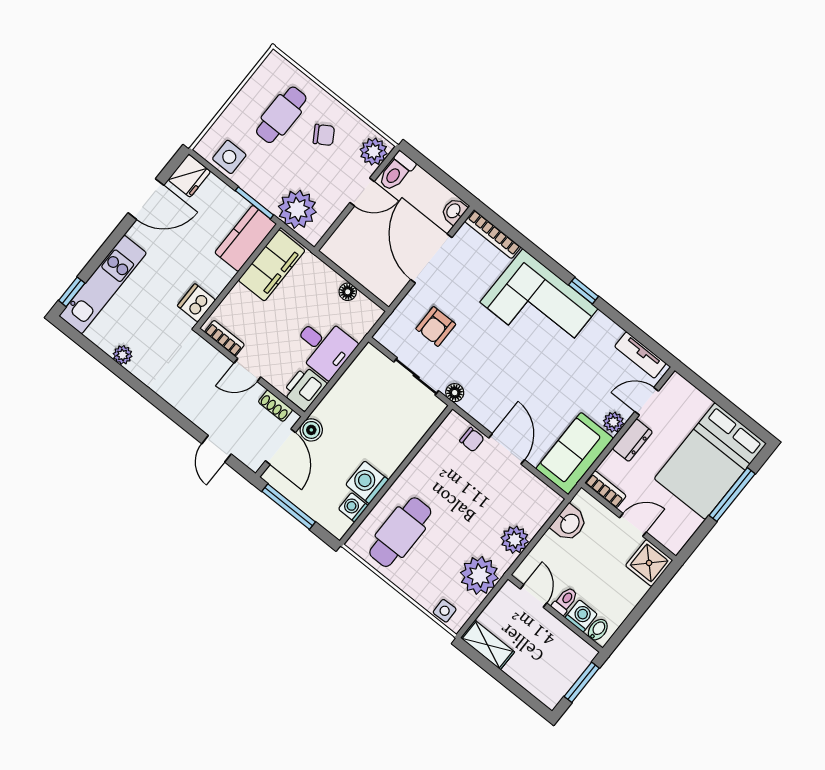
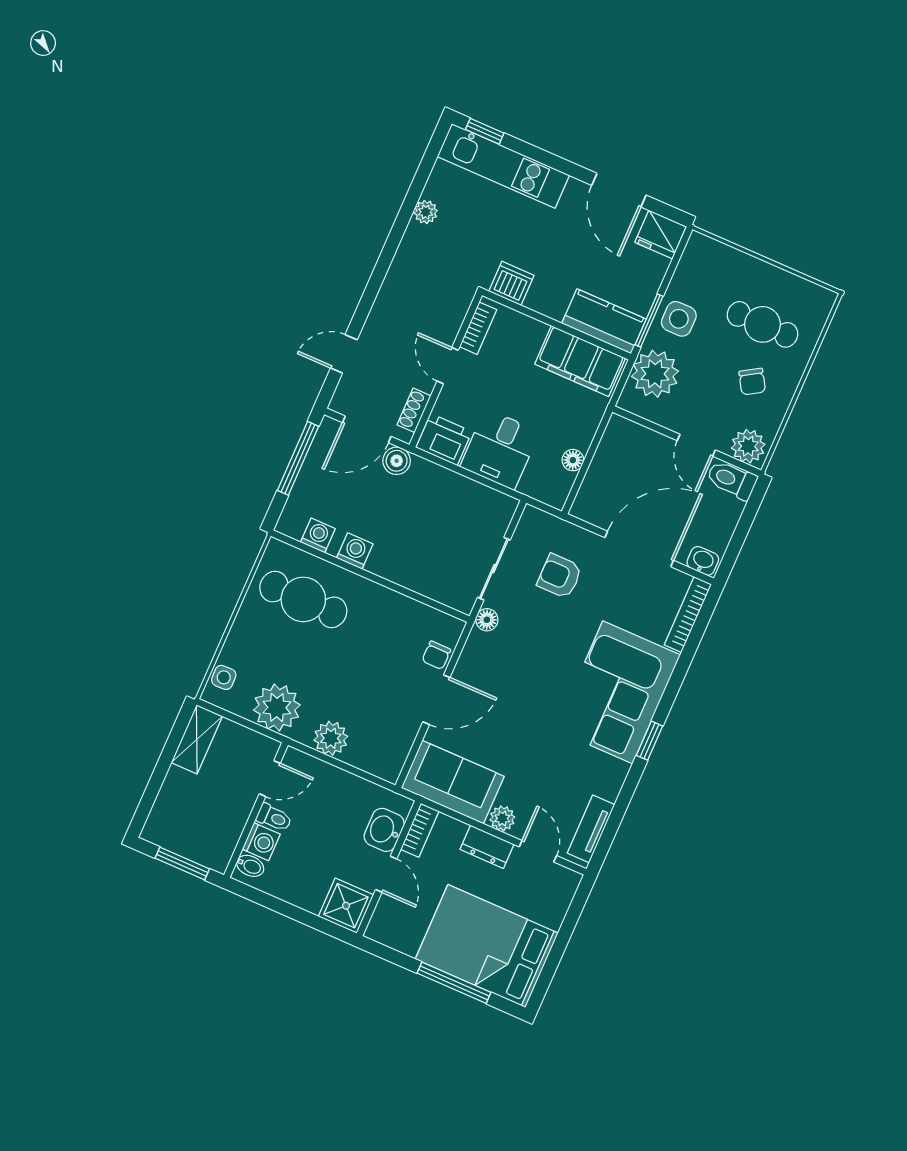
side table: (229, 157) -> (679, 319), moved
washing machine: (367, 482) -> (355, 551), width x0.73, depth x0.73
washbasin: (569, 523) -> (384, 830), moved, turned 90

